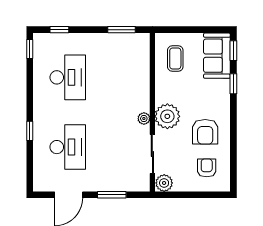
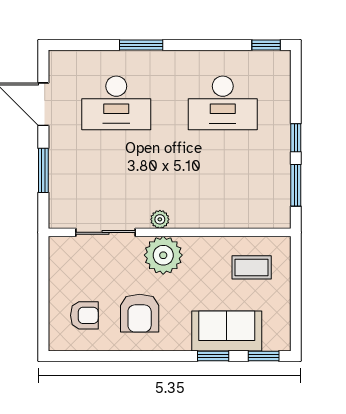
window: (59, 30) -> (296, 138), moved
sofa: (217, 56) -> (227, 331), moved
window: (30, 131) -> (141, 45), width x1.50
armchair: (205, 132) -> (140, 313), turned -90
plant: (164, 183) -> (61, 250), removed

